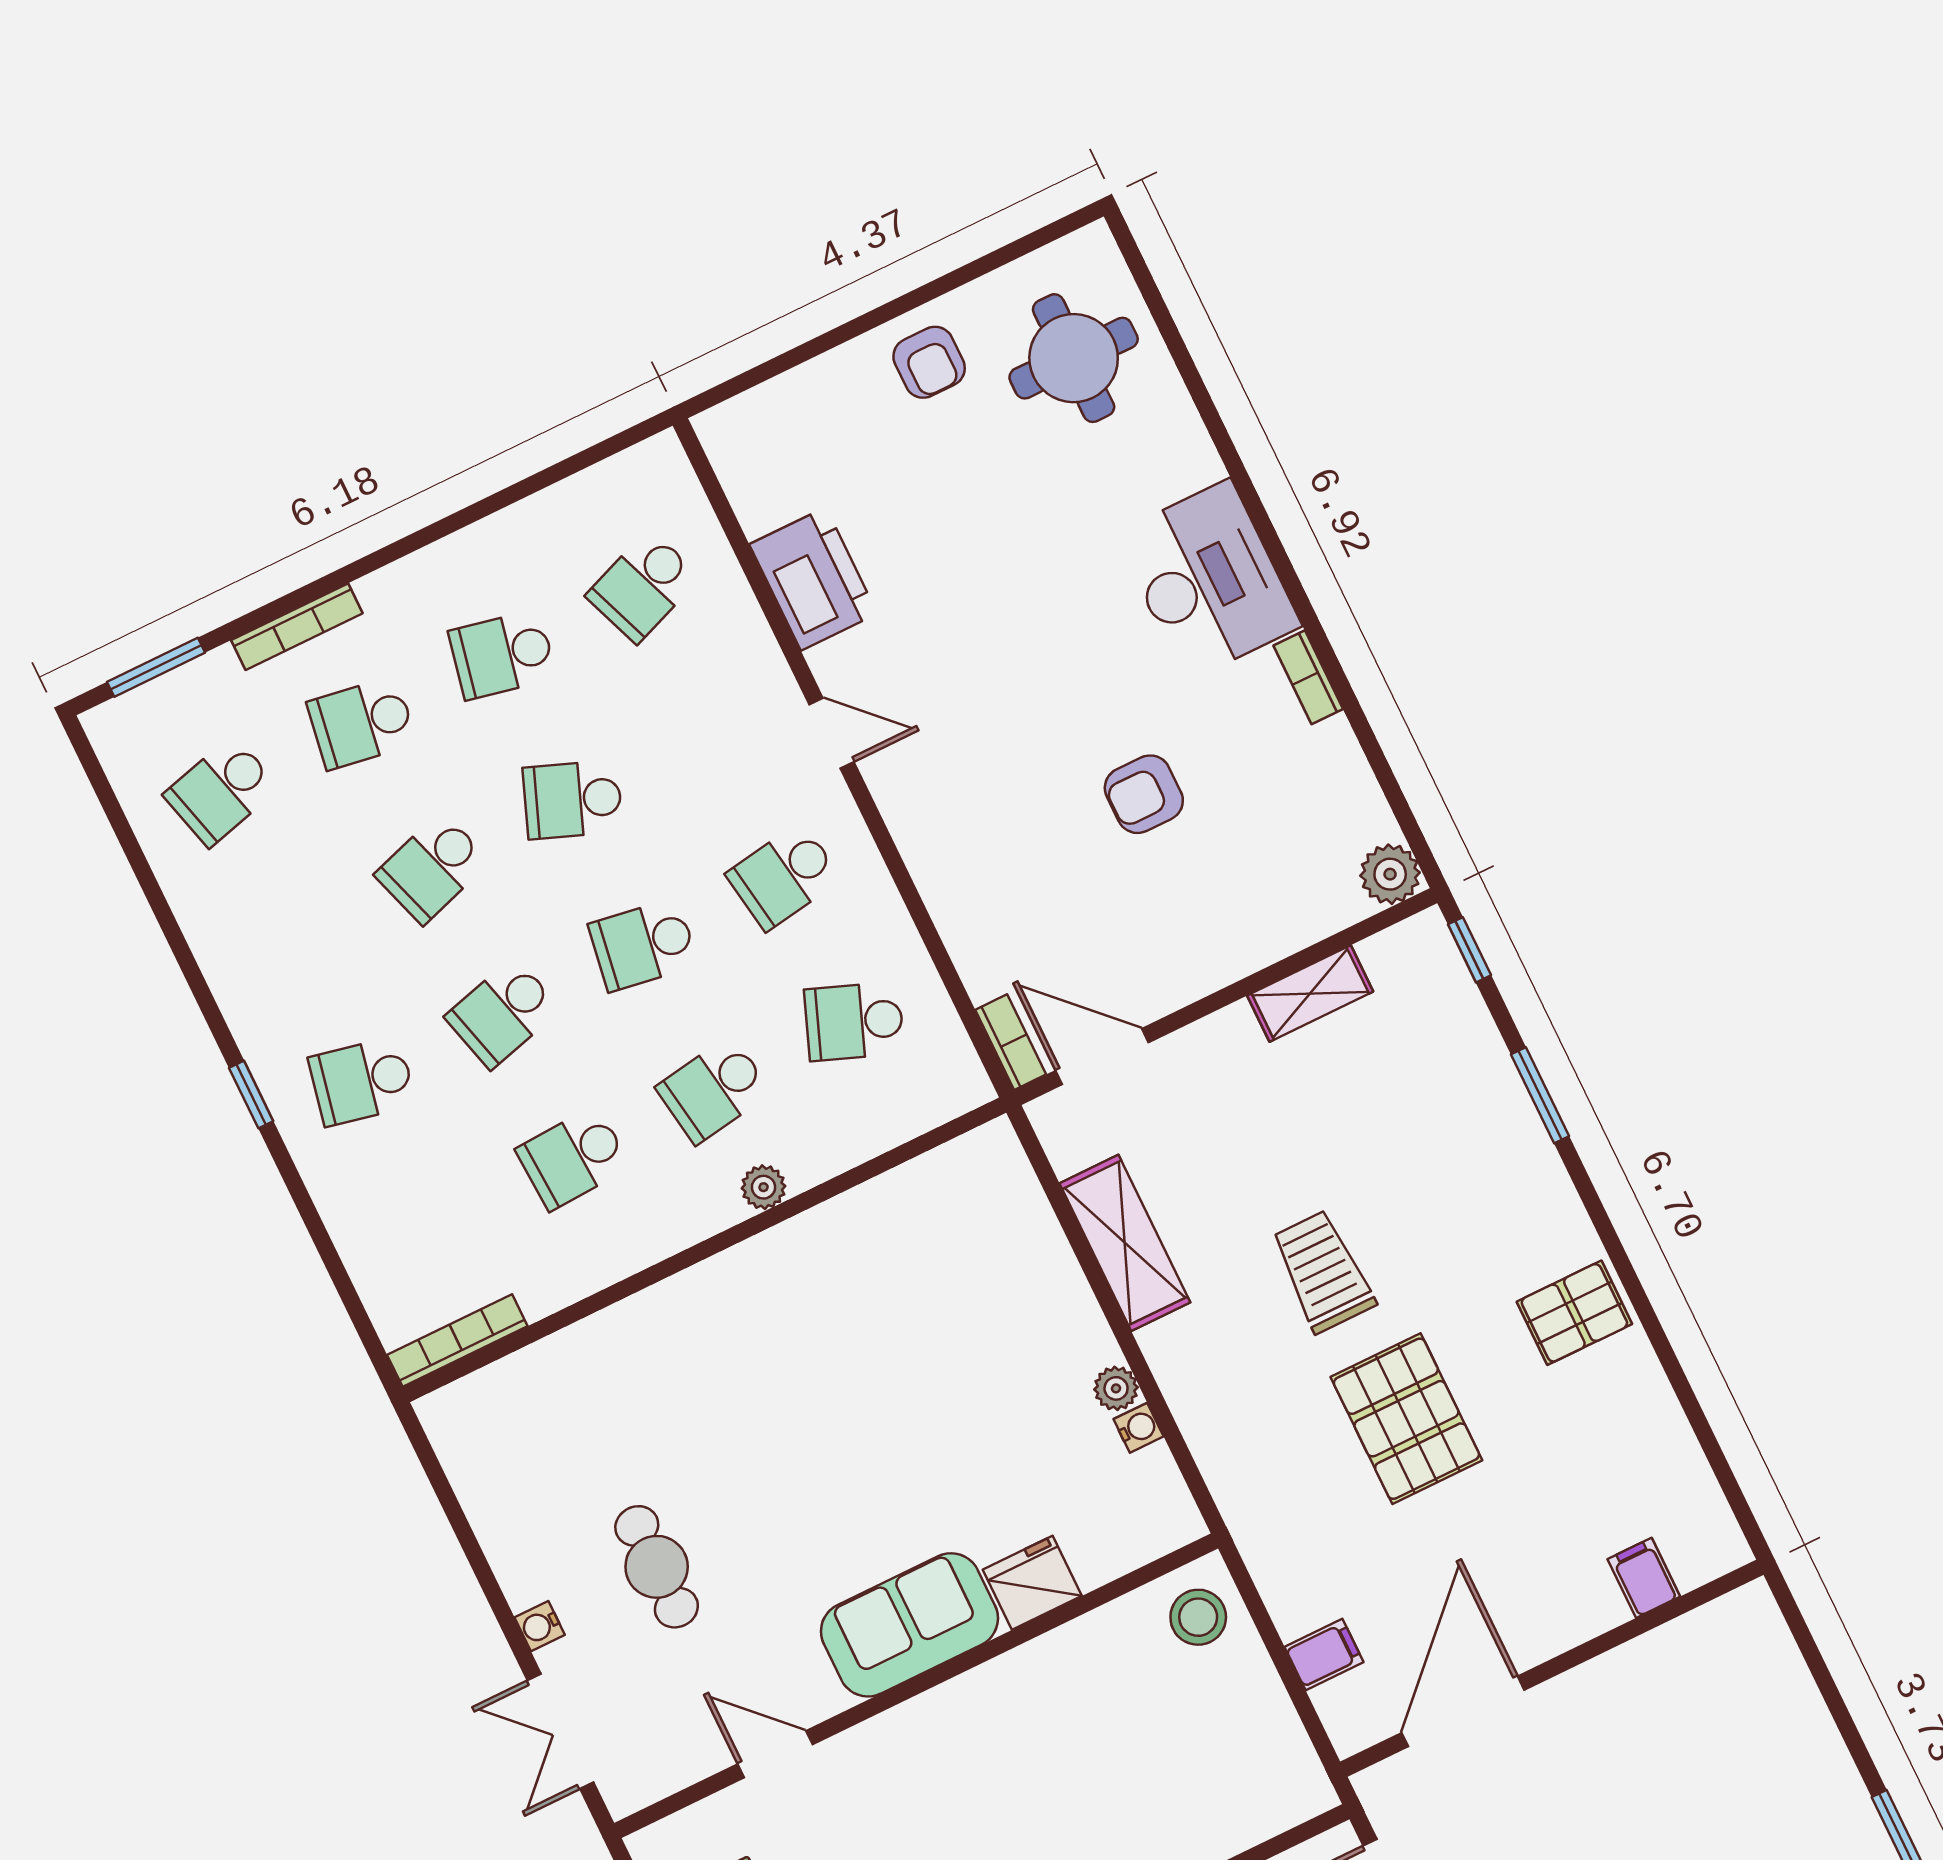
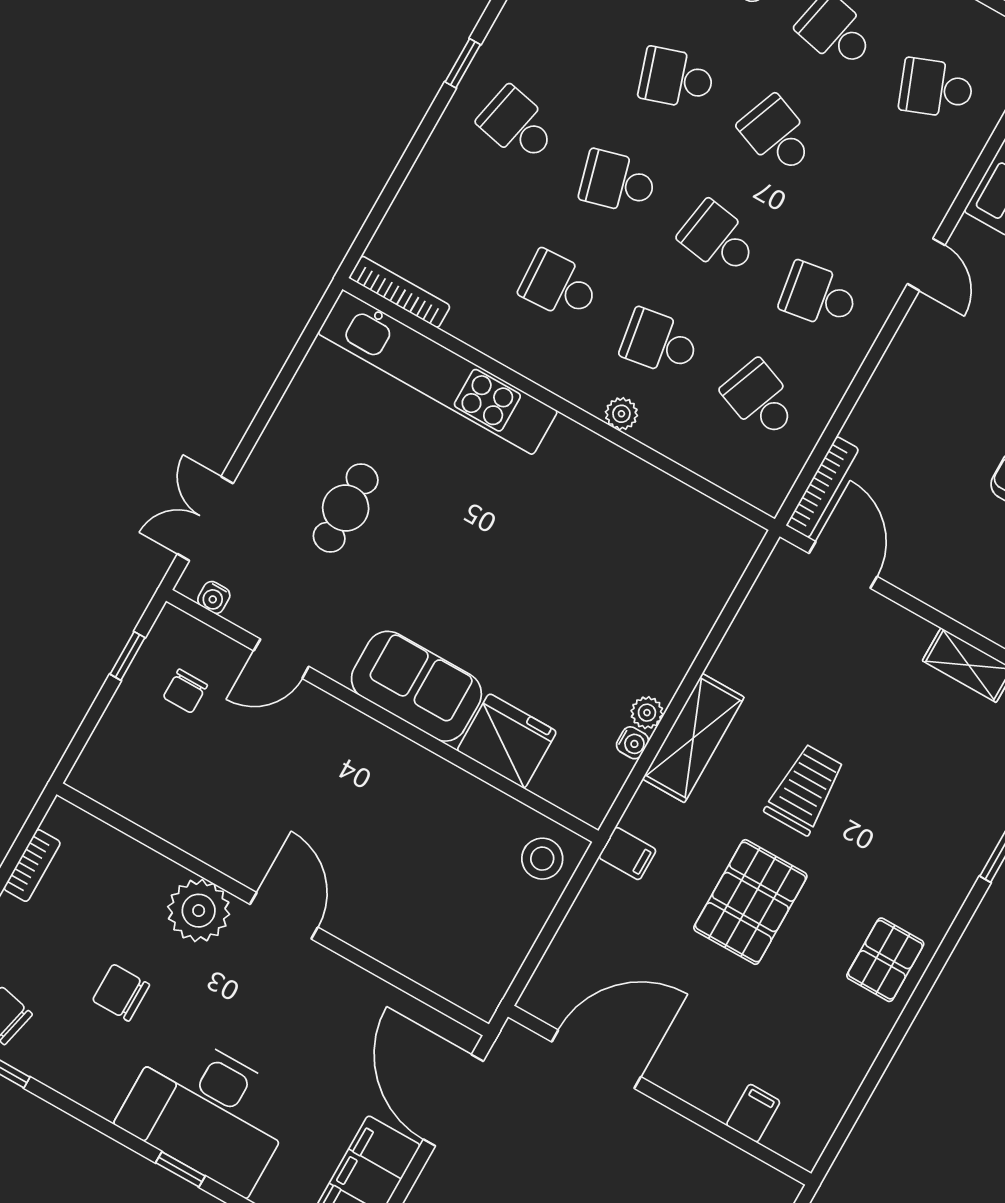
bookcase: (1011, 1042) -> (822, 487), width x1.56
shelving: (1125, 1243) -> (693, 738), moved
pallet: (1574, 1313) -> (885, 960), turned 90
kitchen unit: (576, 1360) -> (438, 372), added
fridge: (1032, 1583) -> (507, 741), width x1.36, depth x1.34
water cooler: (540, 1626) -> (214, 597), moved, turned -90
filing cabinet: (1324, 1654) -> (627, 854), moved
door: (775, 1754) -> (281, 659), swing flipped

